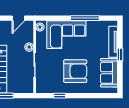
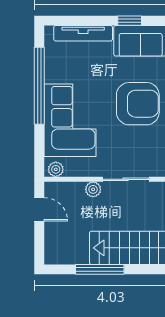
window: (85, 18) -> (39, 86), width x1.46
window: (120, 54) -> (130, 21), moved
armchair: (75, 71) -> (138, 104), turned 90

